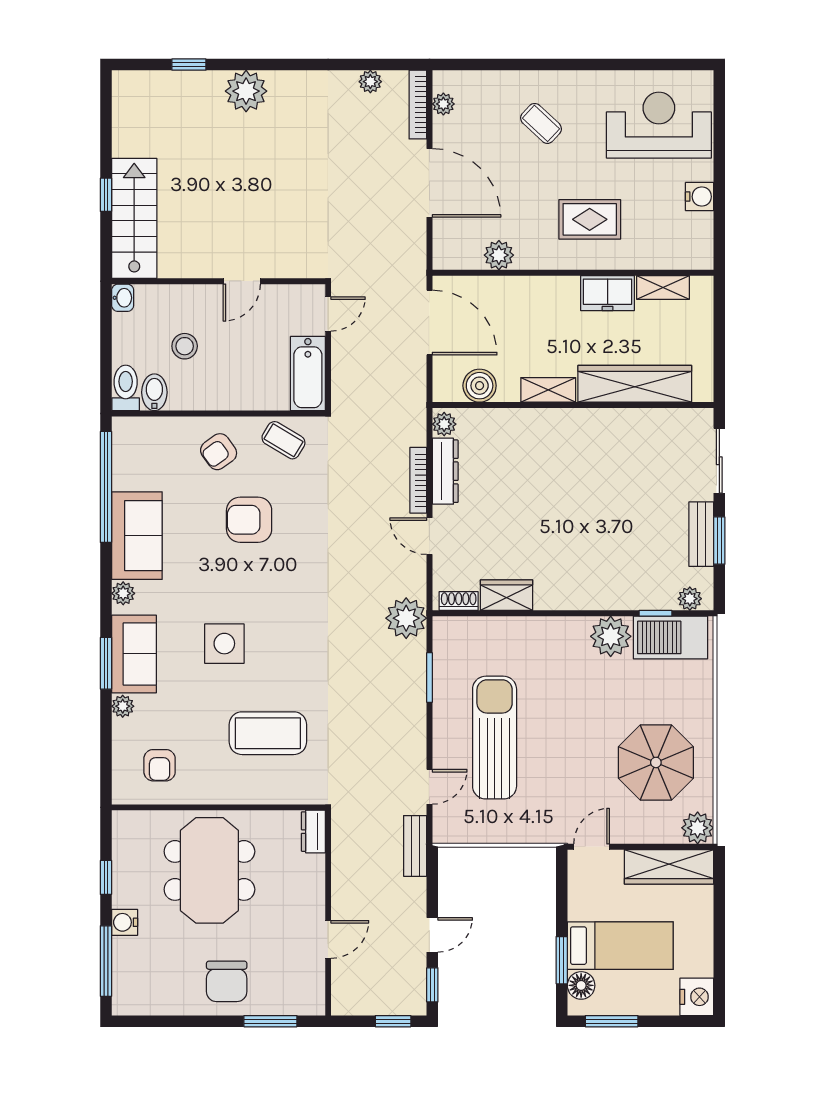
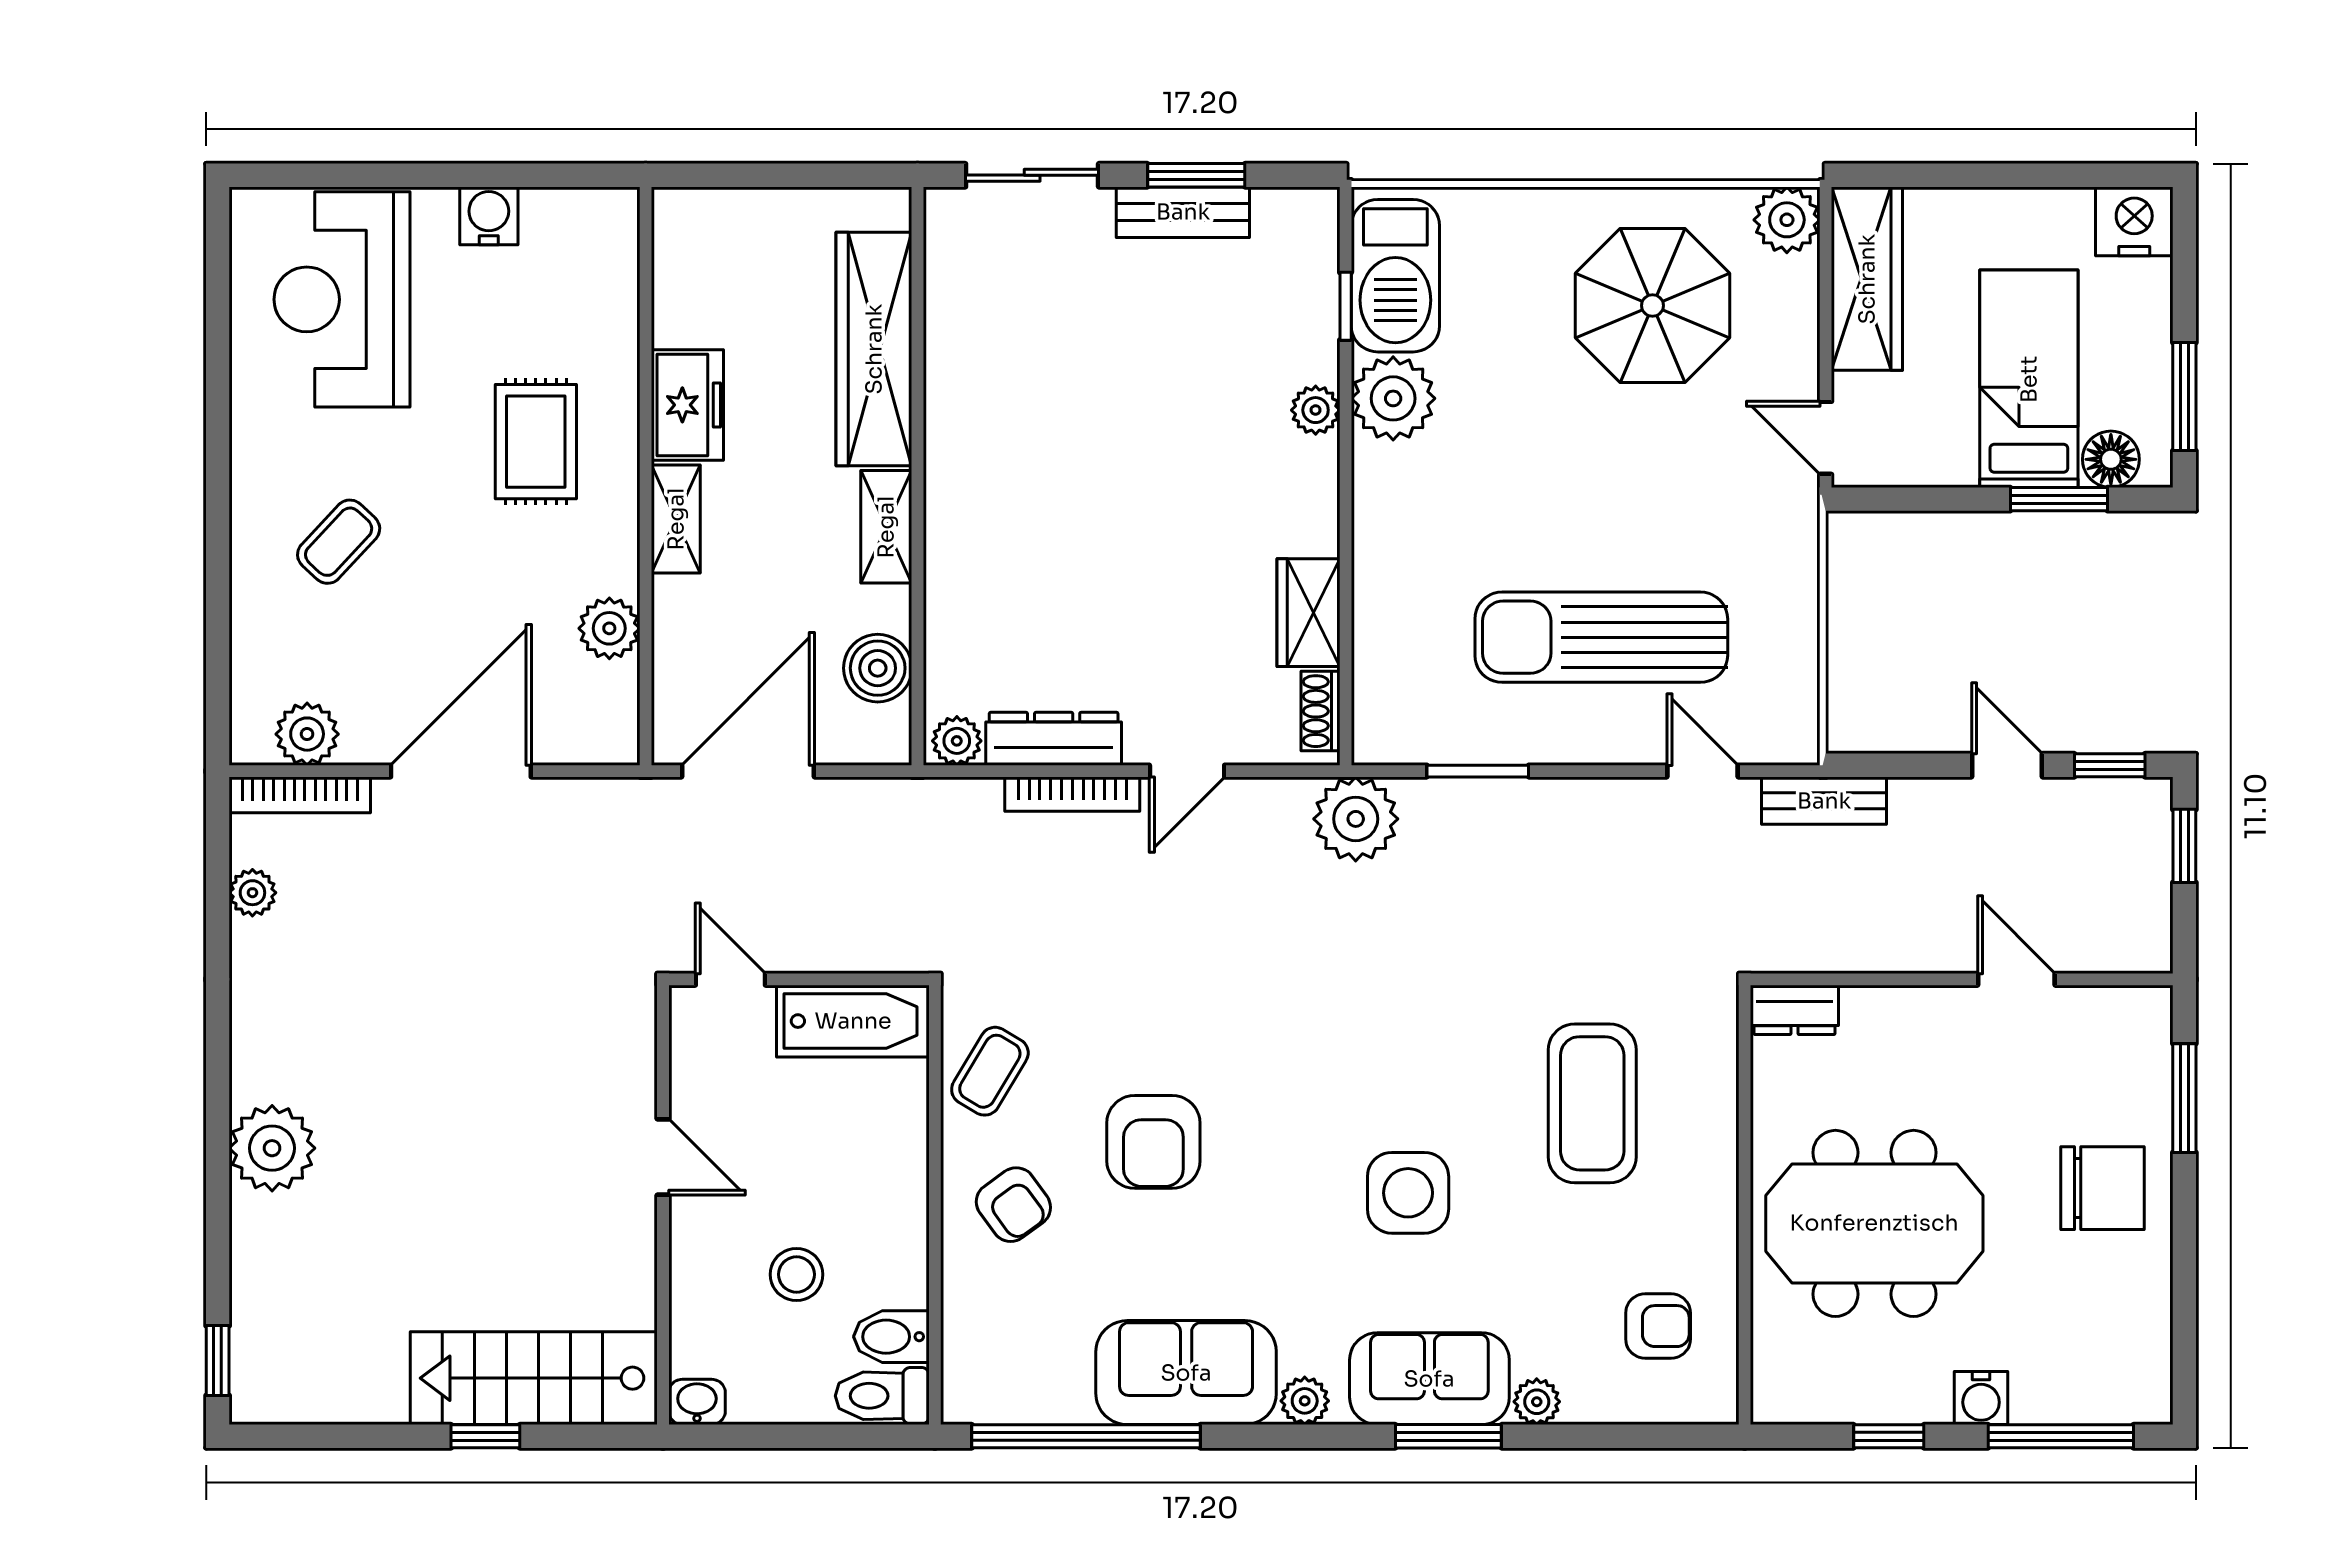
window: (189, 65) -> (218, 1361), moved
plant: (443, 104) -> (307, 734), width x1.38, depth x1.38
shelving: (663, 287) -> (676, 519), moved
plant: (690, 599) -> (1316, 410), moved

